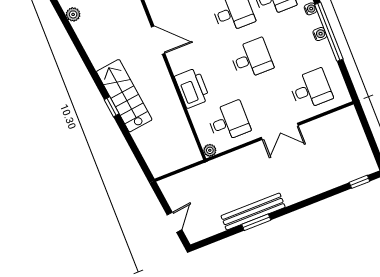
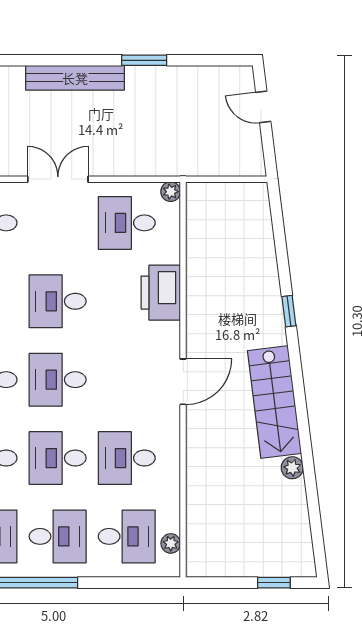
door: (158, 40) -> (183, 382), swing flipped
stairs: (124, 96) -> (274, 402), moved
bench: (253, 212) -> (75, 78), moved
door: (174, 222) -> (263, 107), hinge flipped

